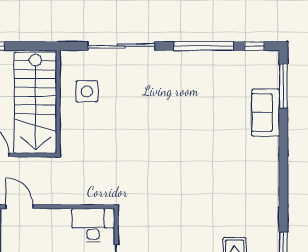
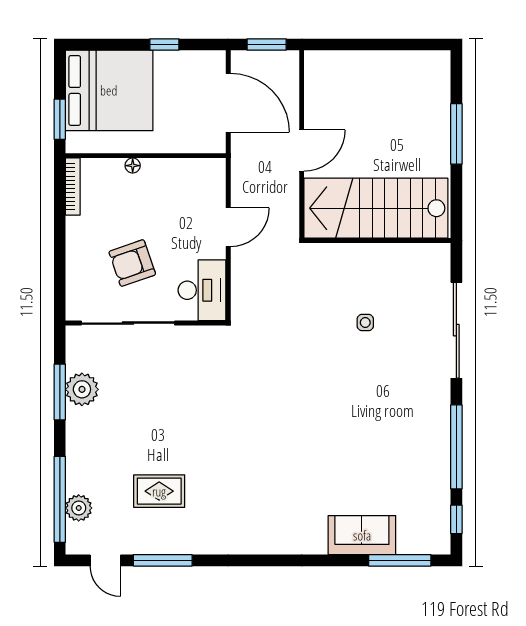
side table: (87, 91) -> (365, 323), moved, width x0.54, depth x0.54
door: (19, 207) -> (228, 227), moved

